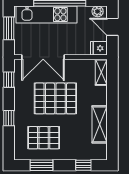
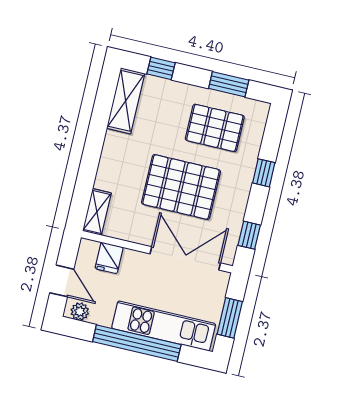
fridge: (99, 48) -> (109, 258), moved, turned 90
shelving: (100, 124) -> (126, 101), moved

